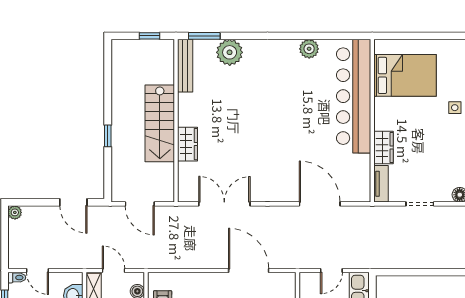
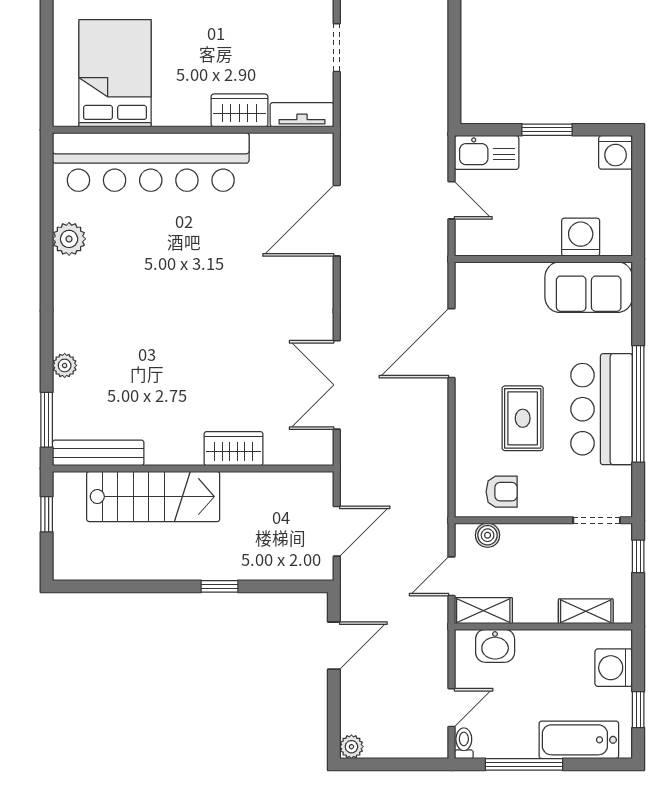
plant: (230, 52) -> (65, 365), width x0.53, depth x0.53
stairs: (160, 123) -> (153, 497), moved

